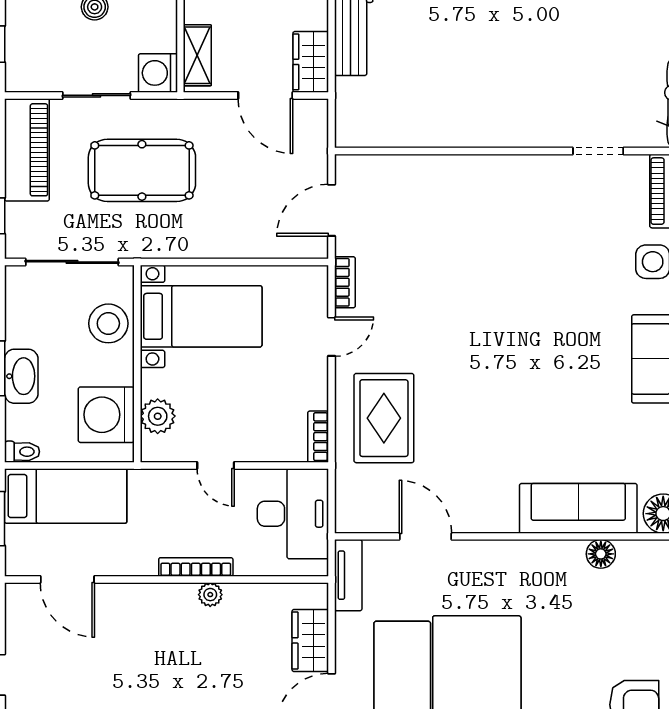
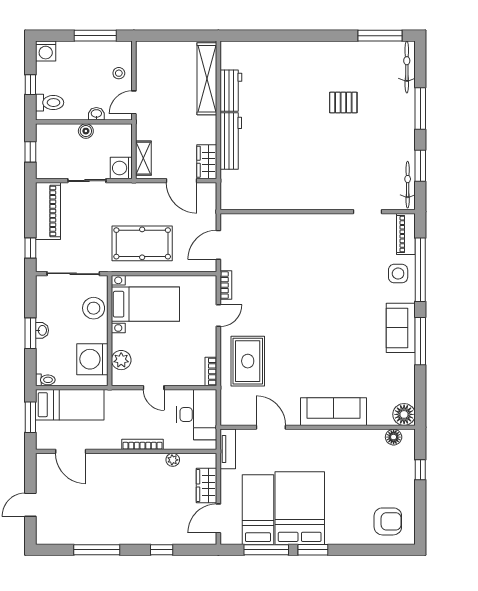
pool table: (142, 170) -> (142, 243), moved
washbasin: (21, 376) -> (42, 330), width x0.52, depth x0.69
sofa: (578, 508) -> (334, 412), moved
floor lamp: (601, 554) -> (394, 437), moved
plant: (210, 595) -> (173, 460), moved

